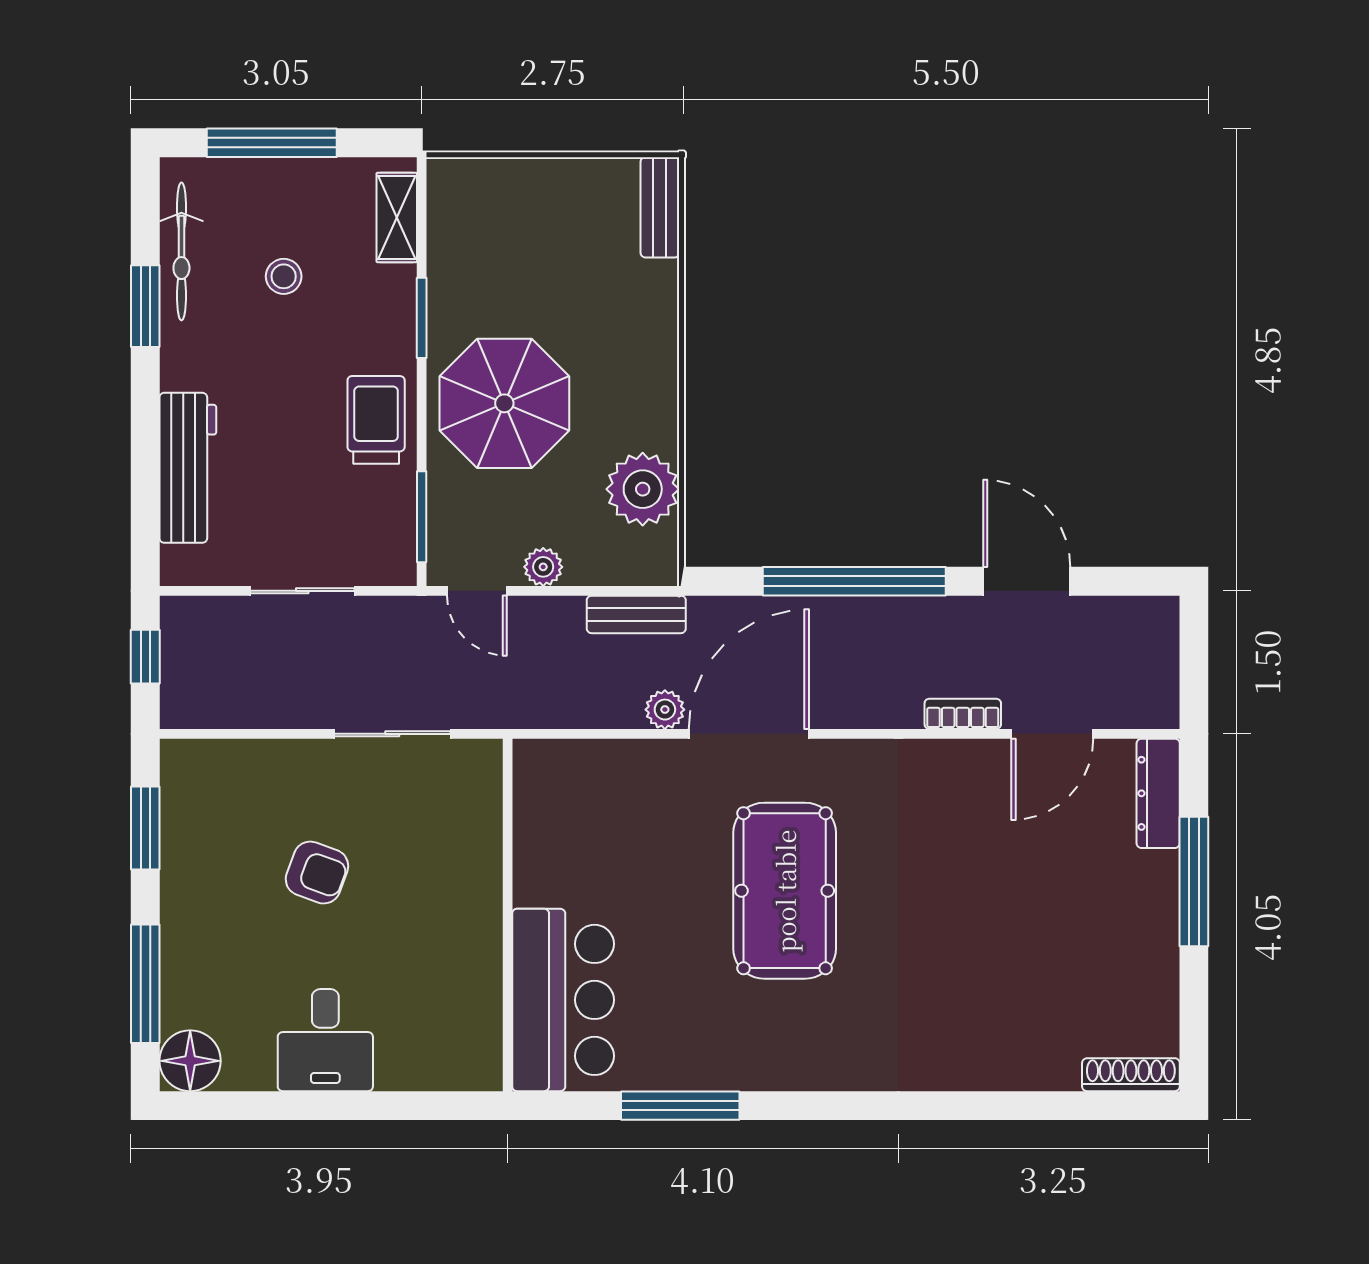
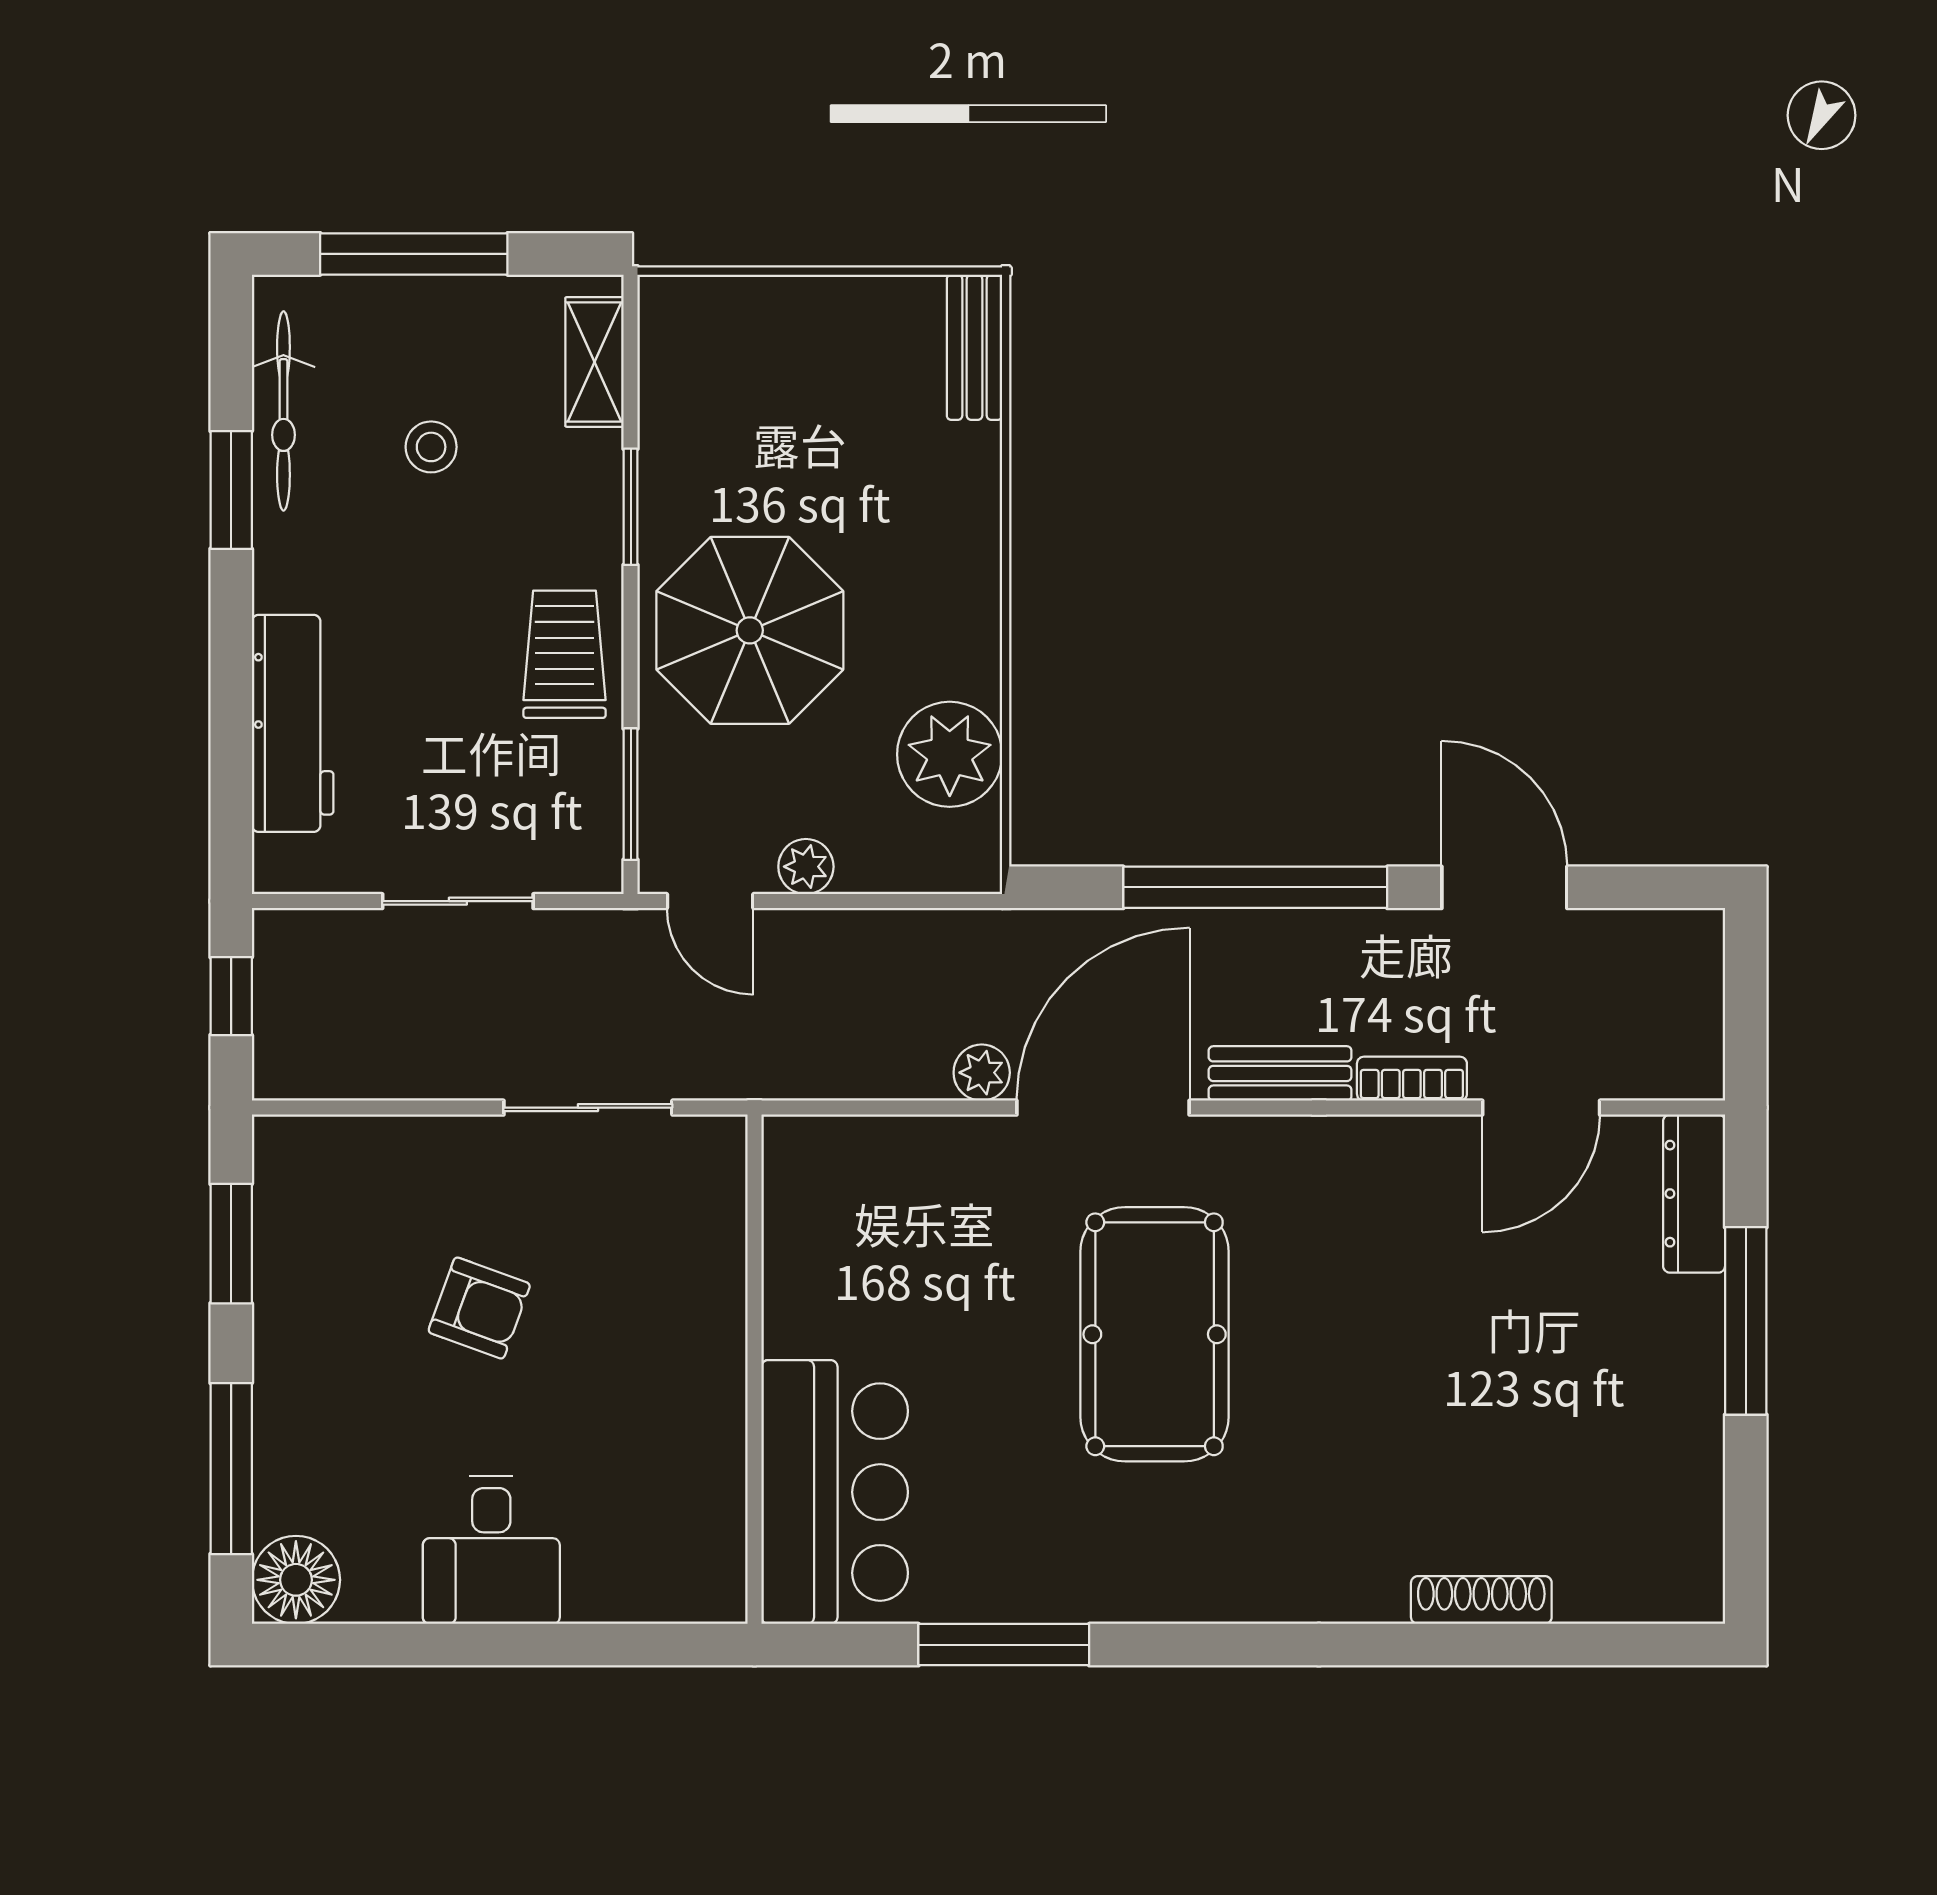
bench: (636, 614) -> (1280, 1073), moved
shoe rack: (1131, 1075) -> (1481, 1600), moved

